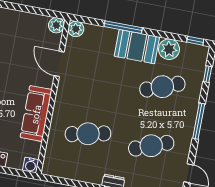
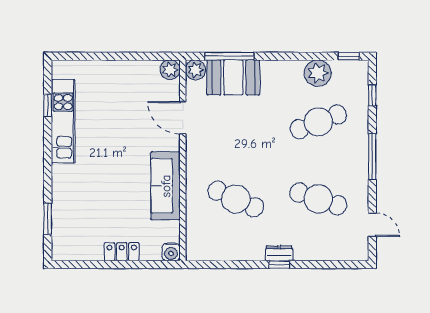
window: (123, 27) -> (229, 56), moved
booth: (137, 47) -> (233, 77), moved
cafe table: (88, 134) -> (236, 199), turned 36
cafe table: (151, 146) -> (318, 199), turned 39

